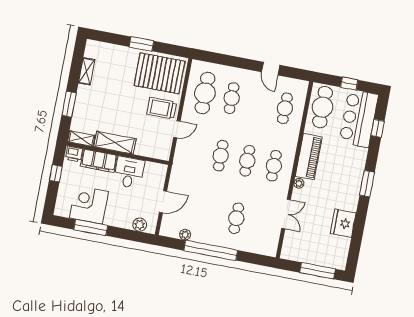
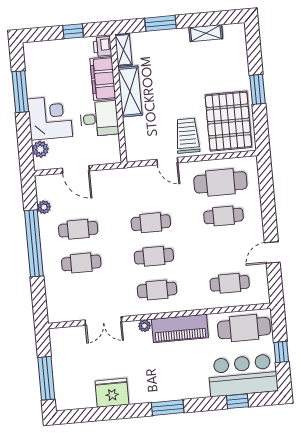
corner desk: (89, 205) -> (50, 118), moved
cafe table: (210, 213) -> (78, 229), added

